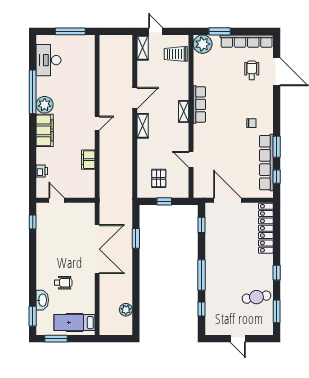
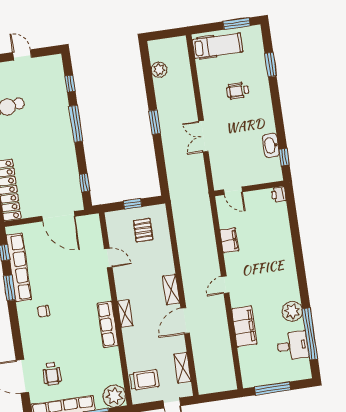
shelving: (143, 48) -> (182, 368), moved
desk: (49, 60) -> (292, 346), width x0.73
window: (33, 92) -> (310, 334), moved
plant: (45, 105) -> (292, 311), moved
filing cabinet: (45, 130) -> (244, 326), moved, turned 180
printer: (42, 171) -> (279, 194), moved
door: (57, 200) -> (233, 191), moved
window: (136, 238) -> (155, 122), moved
double door: (97, 249) -> (203, 136), width x0.54
washbasin: (42, 300) -> (271, 145), moved
window: (33, 316) -> (271, 65), moved

